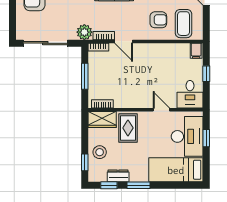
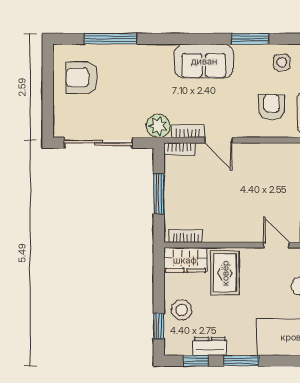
armchair: (158, 20) -> (272, 107), turned -90

